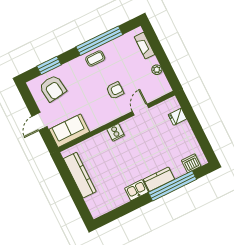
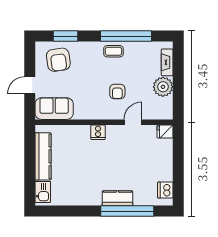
plant: (157, 70) -> (163, 87), width x1.87, depth x1.87
armchair: (115, 90) -> (117, 91), turned 90
fridge: (177, 117) -> (165, 131), moved
dishwasher: (191, 163) -> (165, 190), moved, turned -90
kitchen sink: (137, 190) -> (43, 192), moved, turned 90

